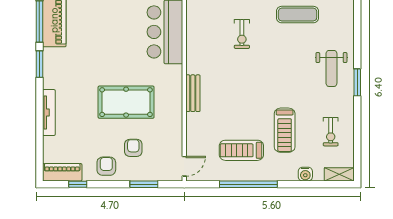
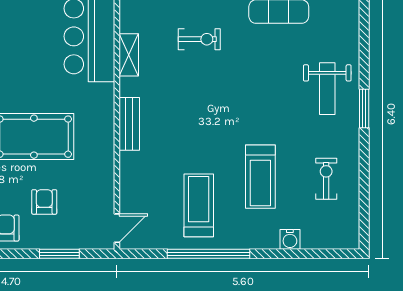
exercise bike: (242, 34) -> (199, 39), turned -90
exercise bike: (331, 132) -> (326, 179), turned 180
treadmill: (241, 150) -> (199, 205), turned 90
shelving: (339, 174) -> (129, 55), moved, turned 90

